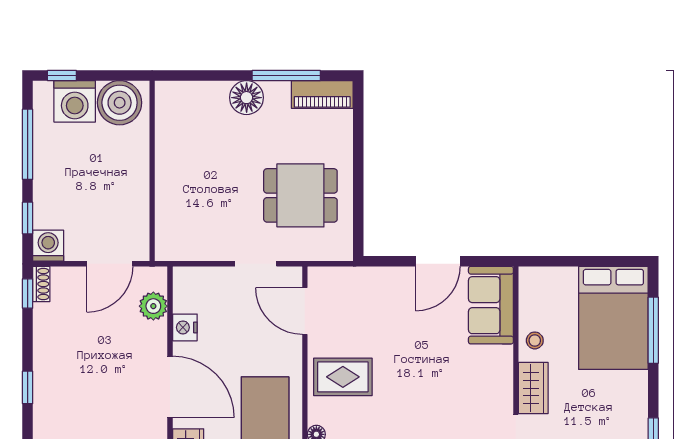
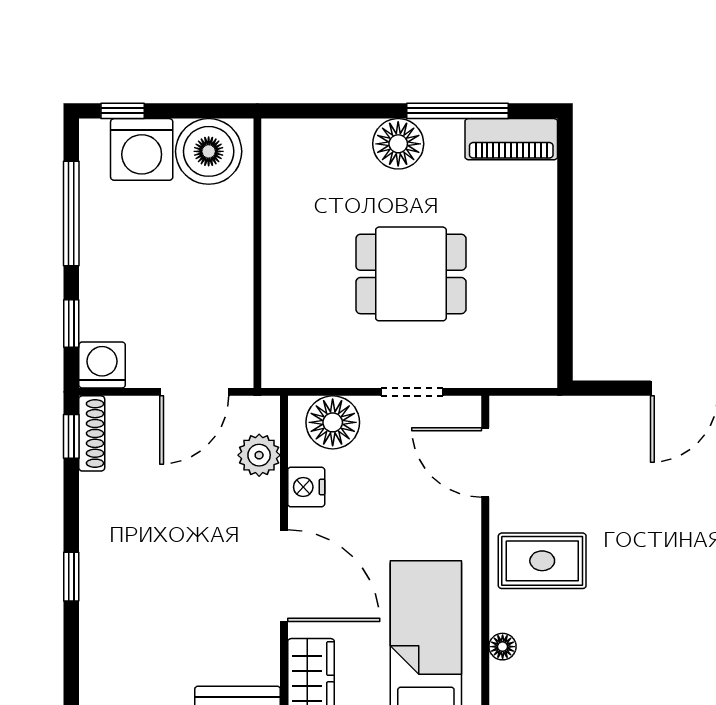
dining table: (300, 195) -> (411, 274), moved
shoe rack: (41, 284) -> (92, 433), width x1.43
floor lamp: (203, 284) -> (333, 422), added

